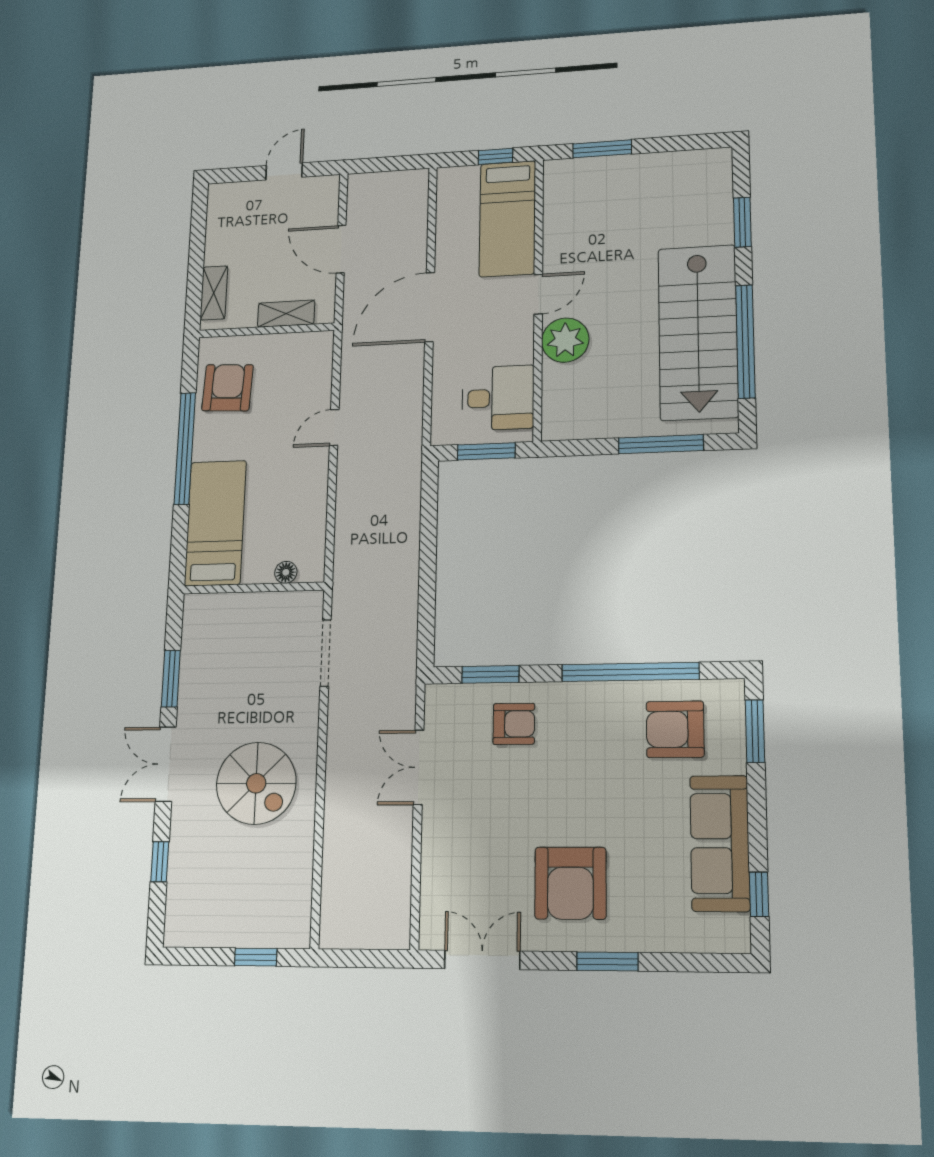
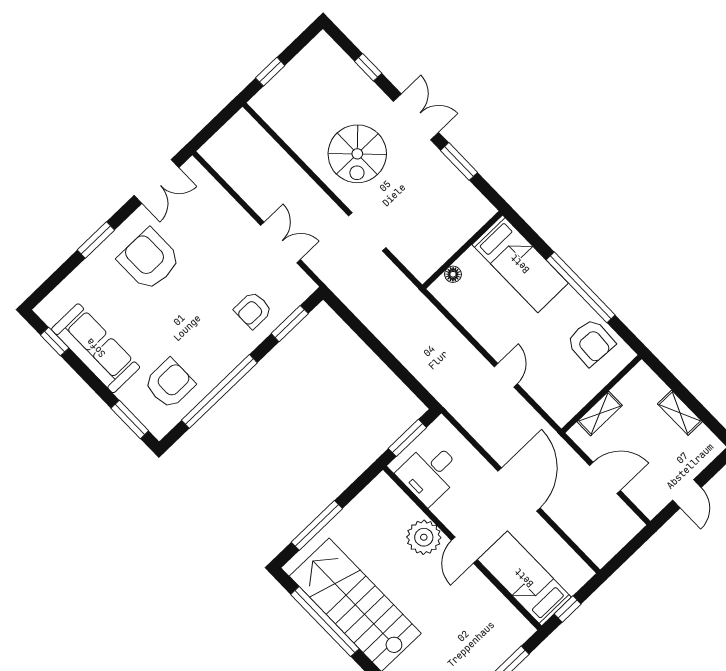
shelving: (214, 293) -> (680, 413), moved
doorway: (326, 653) -> (367, 232), moved
spiral stairs: (256, 783) -> (357, 154), turned -90

